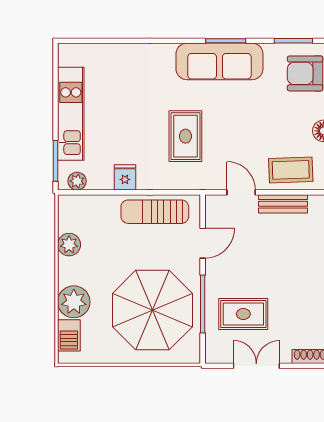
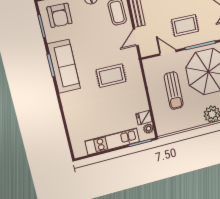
fridge: (125, 177) -> (144, 118), moved
sun lounger: (155, 212) -> (174, 91), moved
plant: (69, 245) -> (183, 124), removed
rug: (243, 314) -> (185, 25), moved, turned 90

